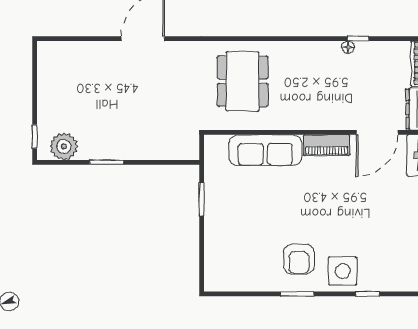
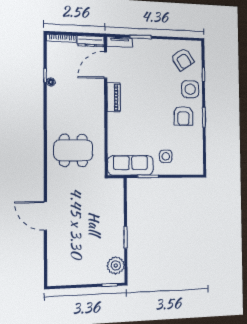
door: (377, 132) -> (106, 65), swing flipped
sofa: (265, 150) -> (130, 165), moved, turned -90
side table: (234, 229) -> (166, 156), added
armchair: (299, 259) -> (183, 116), turned 90
armchair: (391, 259) -> (183, 59), added

